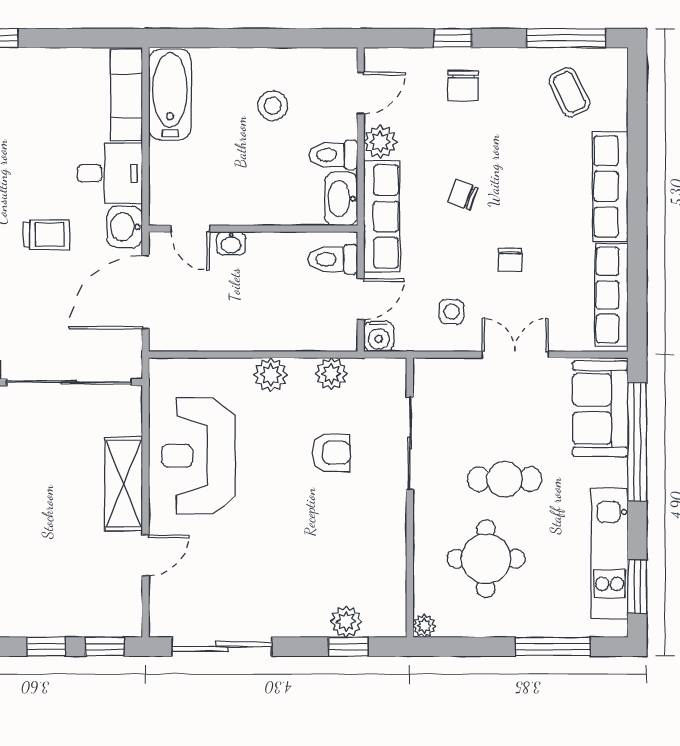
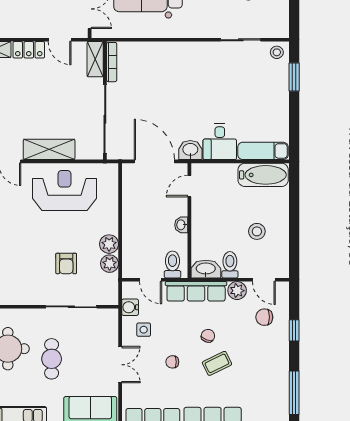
chair: (463, 86) -> (264, 317), moved
coffee table: (569, 92) -> (217, 363), moved
trolley: (46, 235) -> (186, 107), removed
washbasin: (231, 243) -> (181, 225), moved
water cooler: (379, 336) -> (130, 307), moved
plant: (271, 375) -> (109, 244), moved

